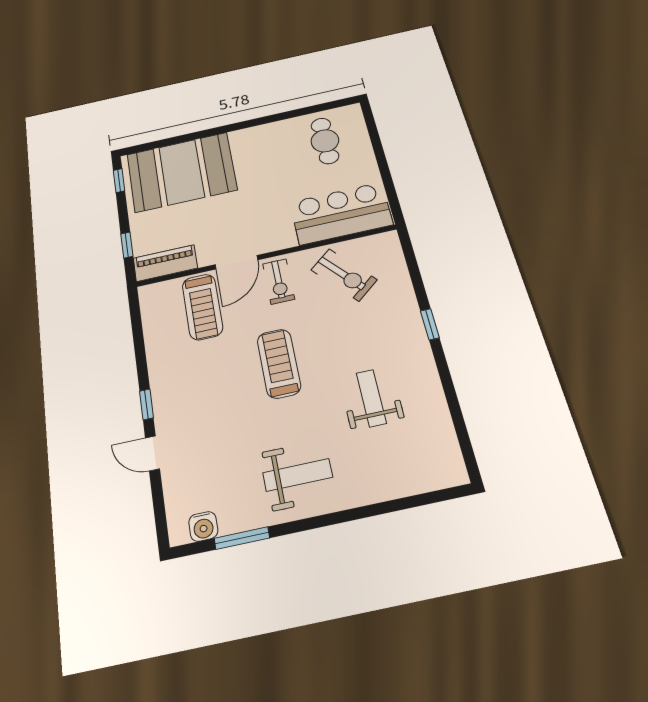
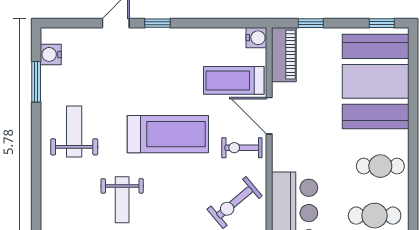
cafe table: (271, 148) -> (380, 166), added
water cooler: (150, 295) -> (256, 38), added
treadmill: (279, 363) -> (168, 134), width x1.37, depth x1.38
weight bench: (371, 398) -> (122, 200), turned 90
weight bench: (298, 475) -> (74, 131), turned 180

